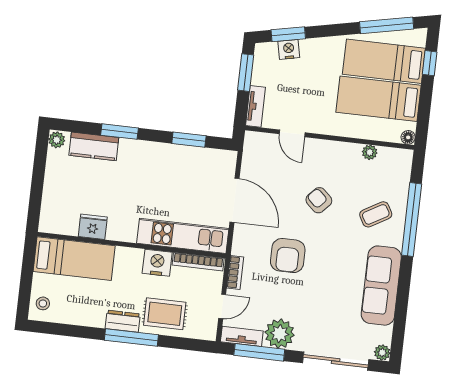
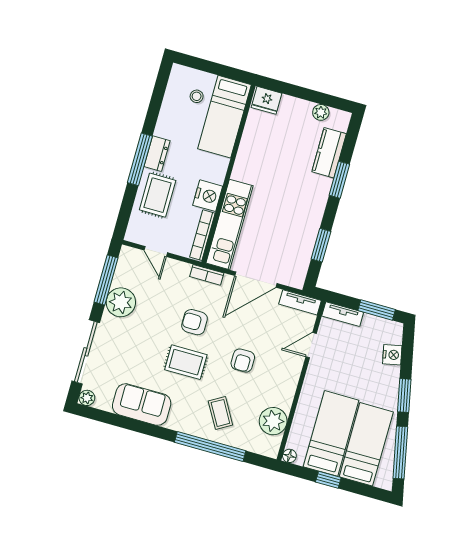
window: (288, 34) -> (404, 396), moved
window: (430, 63) -> (328, 480), moved
plant: (57, 140) -> (321, 112), moved
plant: (370, 152) -> (273, 421), width x1.88, depth x1.88
armchair: (319, 200) -> (243, 361), turned 137
fridge: (93, 227) -> (267, 100), moved, turned 90
armchair: (288, 256) -> (194, 322), width x0.72, depth x0.72
rug: (330, 258) -> (186, 362), added
bookcase: (235, 272) -> (207, 275), moved
sofa: (381, 286) -> (142, 405), width x0.73
stool: (43, 303) -> (197, 96), moved
tv unit: (242, 336) -> (300, 302), moved, turned 90

